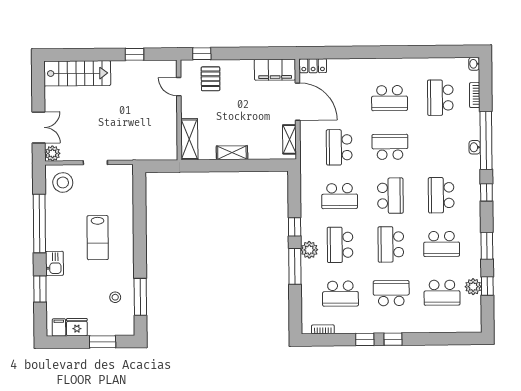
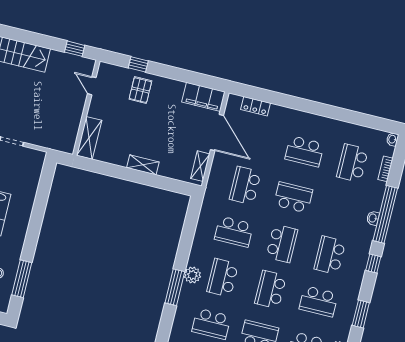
locker: (313, 66) -> (256, 106), moved
door: (179, 87) -> (92, 86), moved
wall: (179, 110) -> (86, 108), moved
shelving: (189, 139) -> (89, 138), moved
window: (295, 227) -> (184, 250), removed

